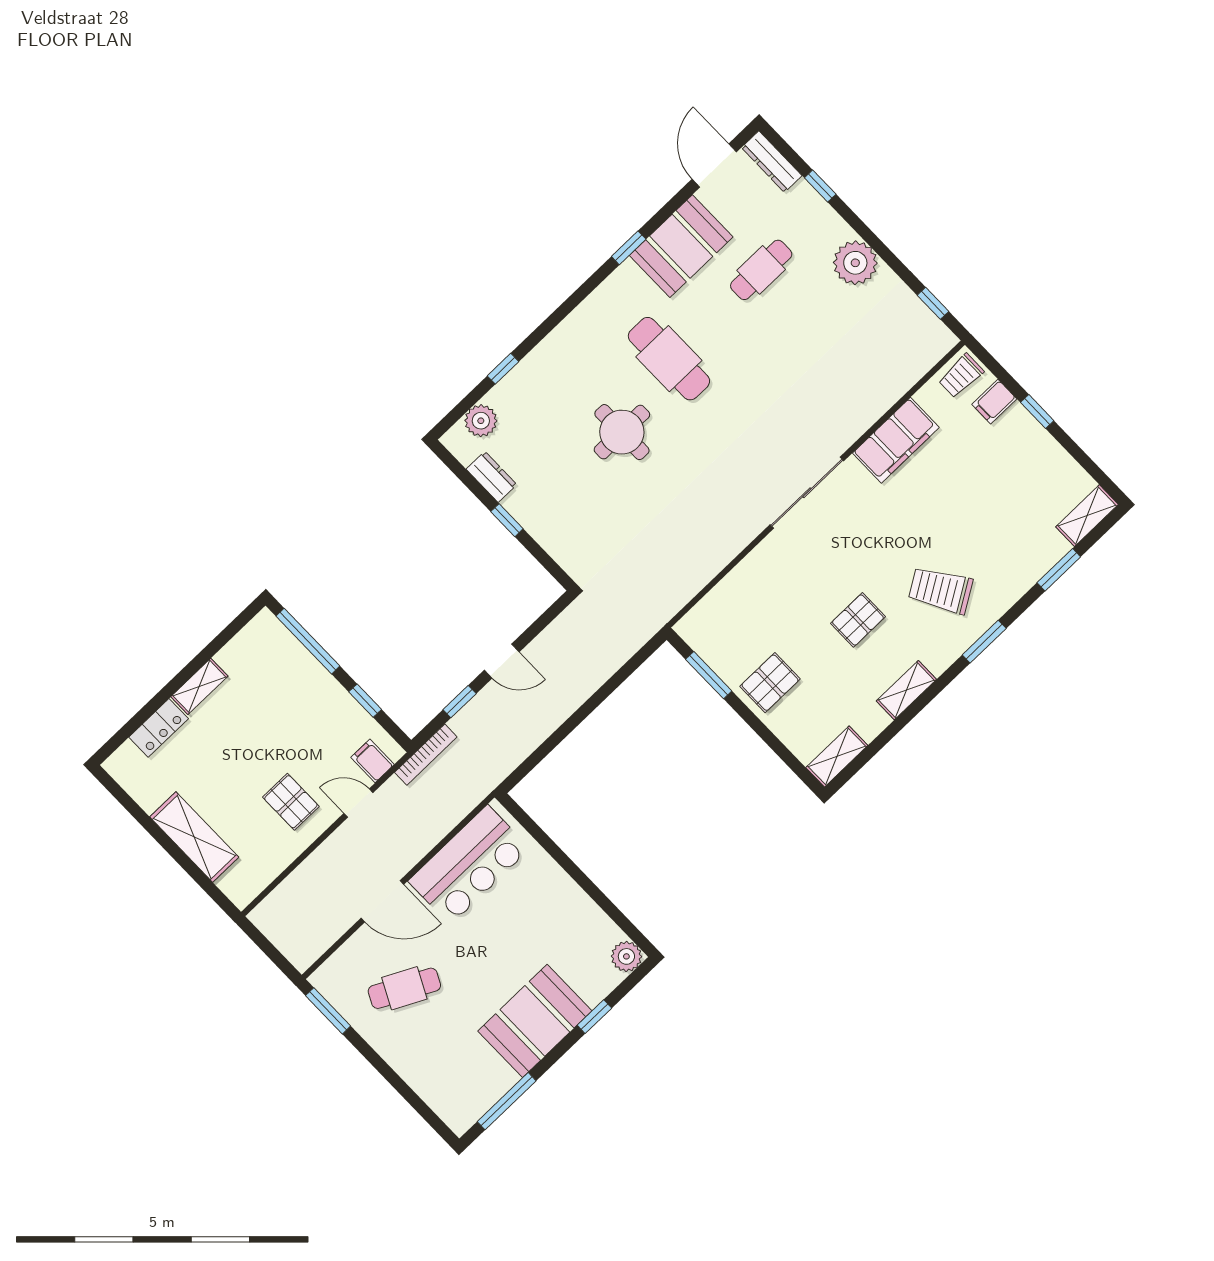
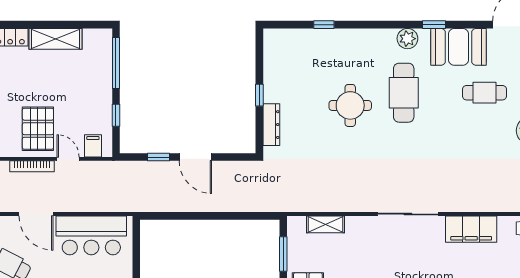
plant: (481, 421) -> (407, 39), moved
dresser: (491, 477) -> (271, 125), moved, width x1.44
shelving: (724, 595) -> (325, 224), added
door: (502, 661) -> (195, 157), width x1.38
shelving: (199, 686) -> (56, 39), width x1.50, depth x1.33
bookcase: (426, 755) -> (32, 166), moved
pallet: (291, 802) -> (38, 129), width x1.50, depth x1.42

